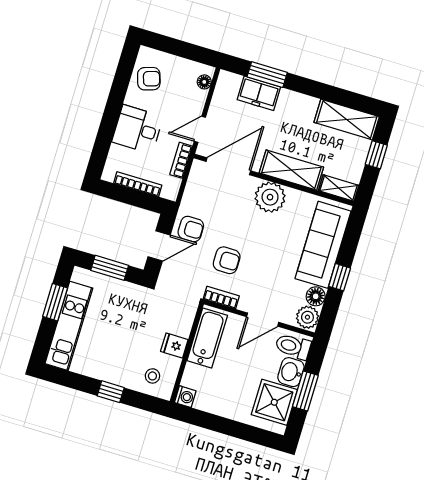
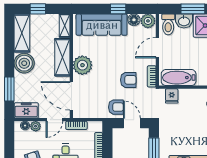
freezer: (259, 93) -> (26, 110), moved, turned -90
plant: (198, 98) -> (36, 126), added
boiler: (300, 109) -> (24, 63), added
door: (200, 129) -> (54, 120), hinge flipped
armchair: (191, 229) -> (116, 107), turned 90
armchair: (227, 260) -> (128, 80), turned 90
door: (263, 320) -> (157, 48), swing flipped
fridge: (174, 345) -> (172, 96), moved

